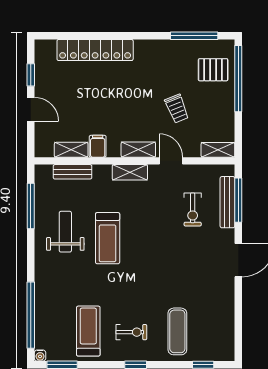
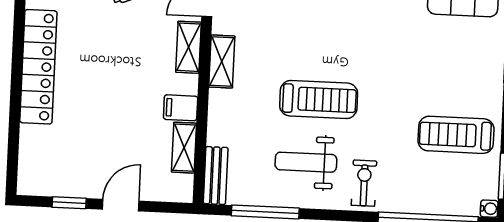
locker: (95, 50) -> (38, 67), moved
bench: (73, 172) -> (216, 176), moved
exercise bike: (131, 332) -> (364, 183), moved

